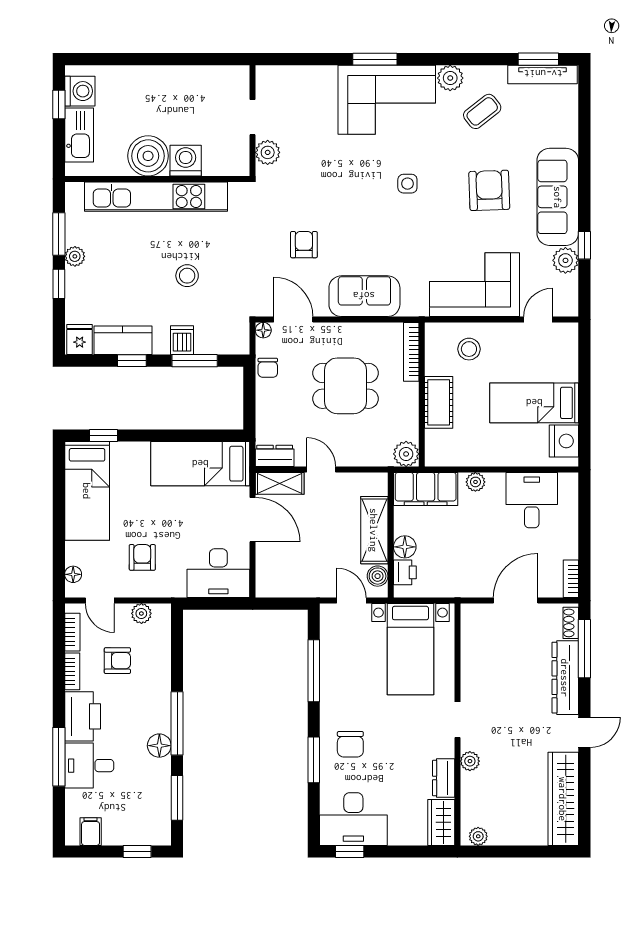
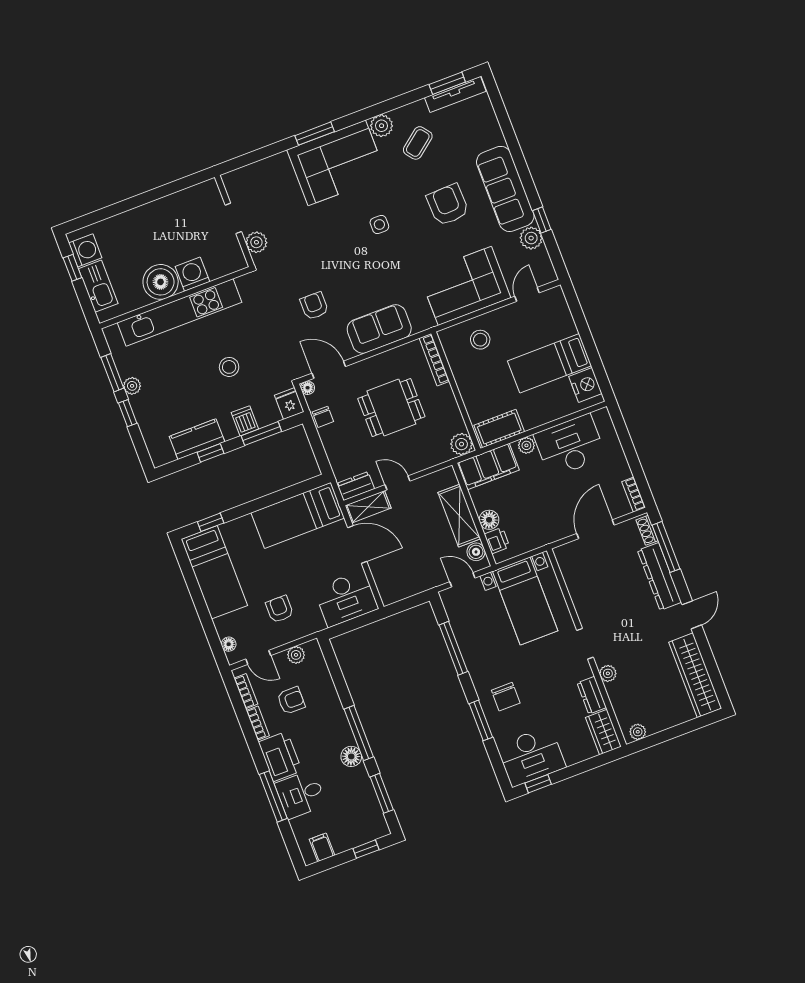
fridge: (80, 340) -> (289, 403), moved
cot: (439, 402) -> (499, 429), moved, turned 90
desk: (532, 500) -> (570, 446), width x1.37

